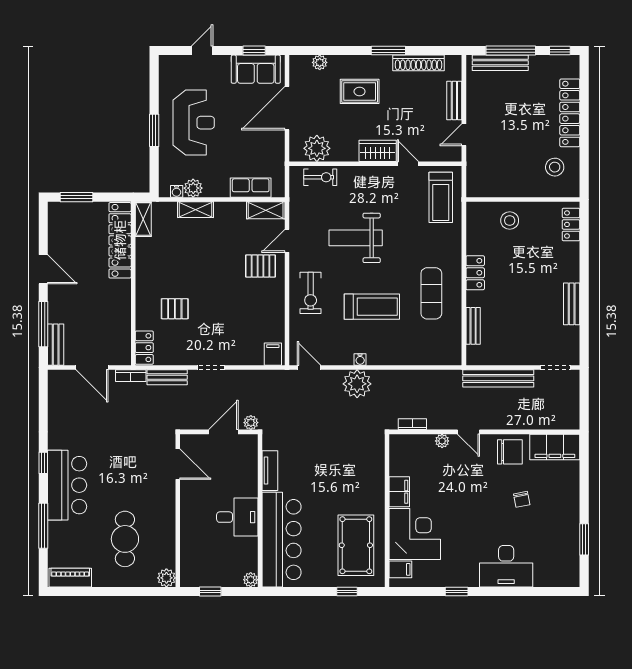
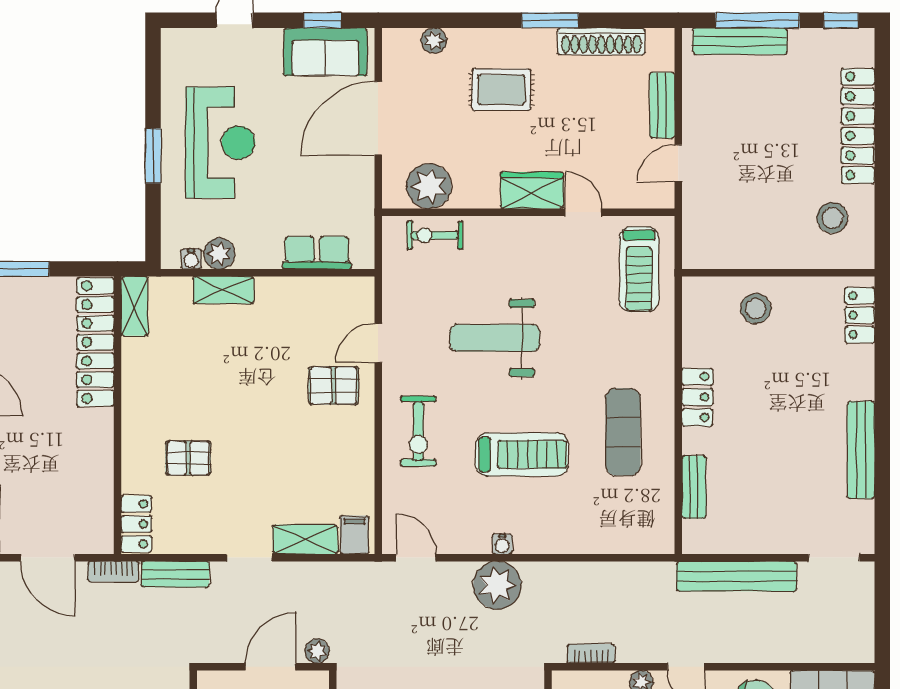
exercise bike: (320, 177) -> (435, 235), turned 180
shelving: (266, 210) -> (305, 539), moved
bench: (572, 304) -> (861, 450), width x1.36

